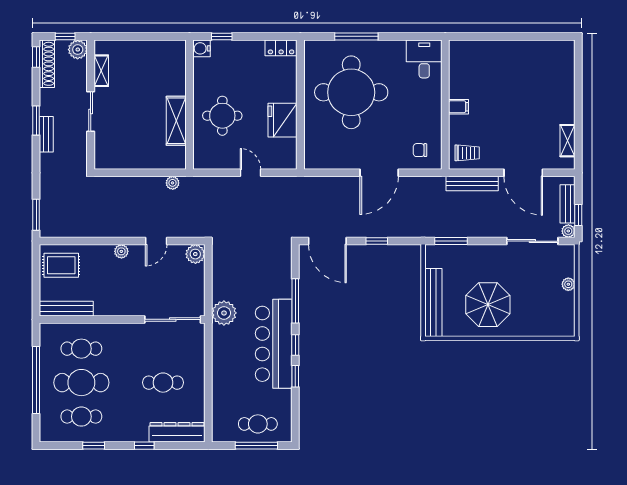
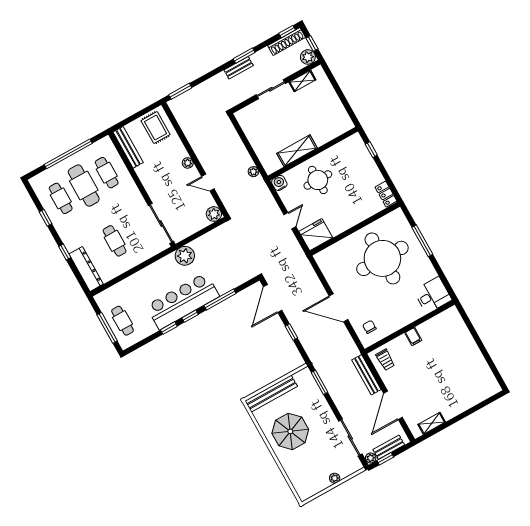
water cooler: (202, 48) -> (279, 183), moved
fridge: (282, 120) -> (316, 235), moved

